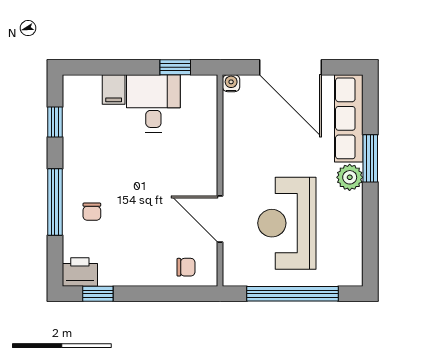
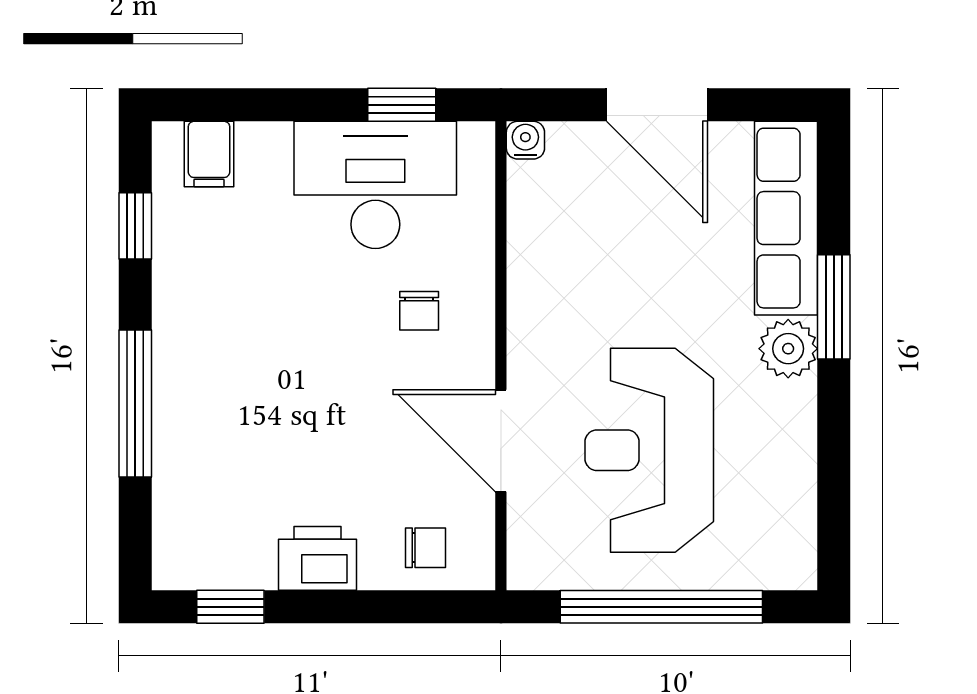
door: (290, 67) -> (657, 105), width x0.73
filing cabinet: (114, 89) -> (209, 154), moved
desk: (153, 103) -> (375, 185), width x1.37
chair: (92, 212) -> (419, 311), moved
printer: (80, 272) -> (317, 558), moved

